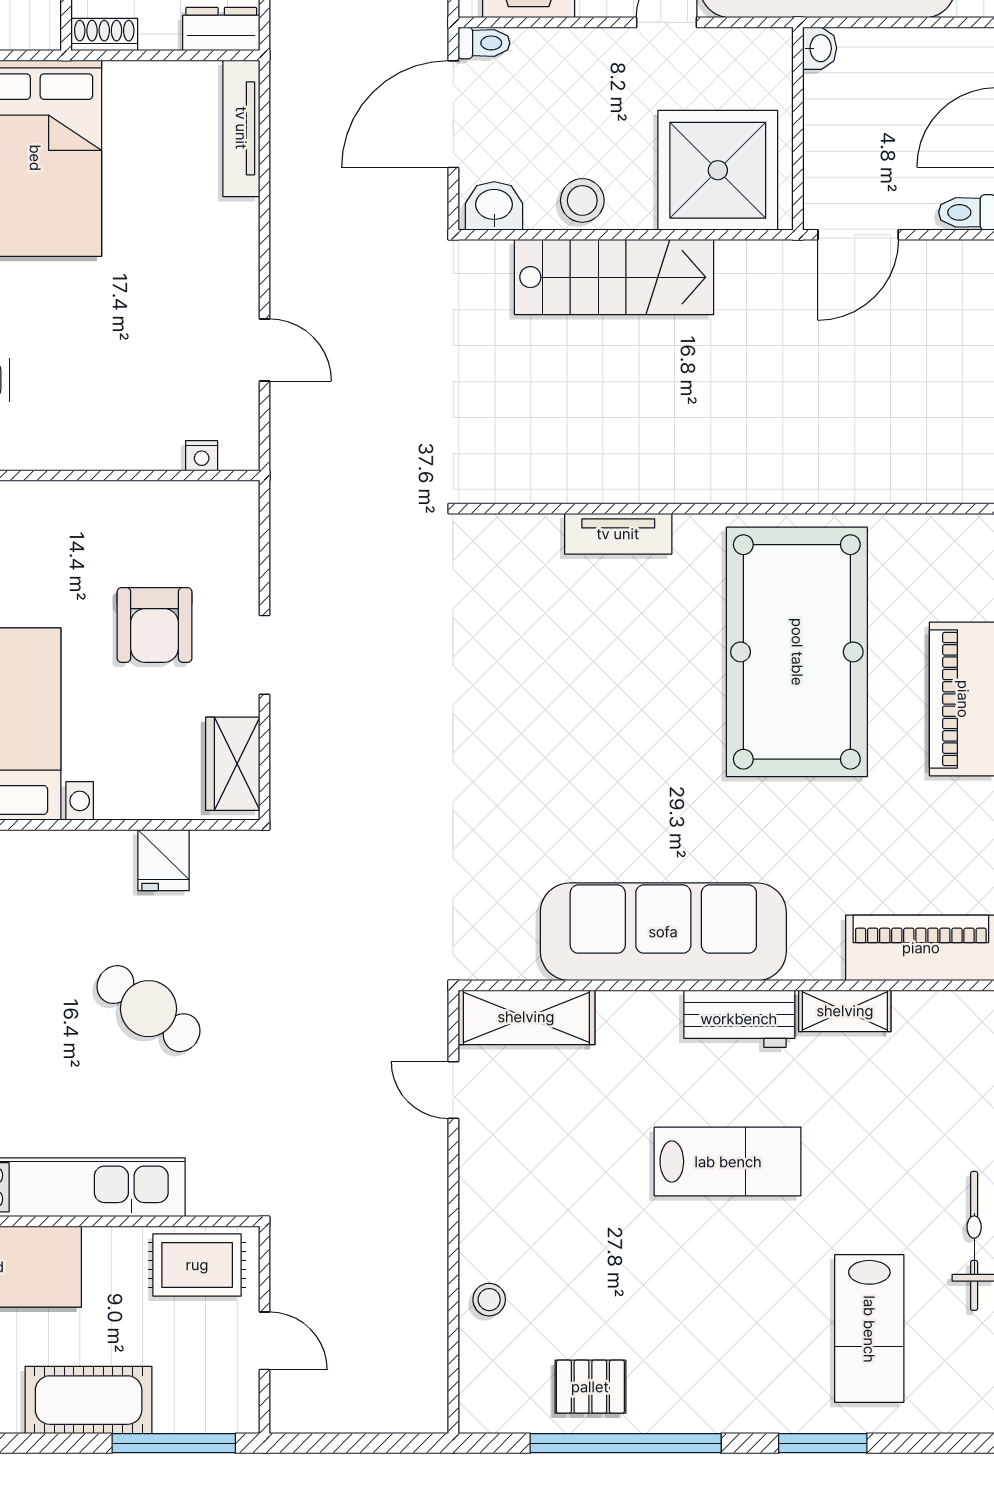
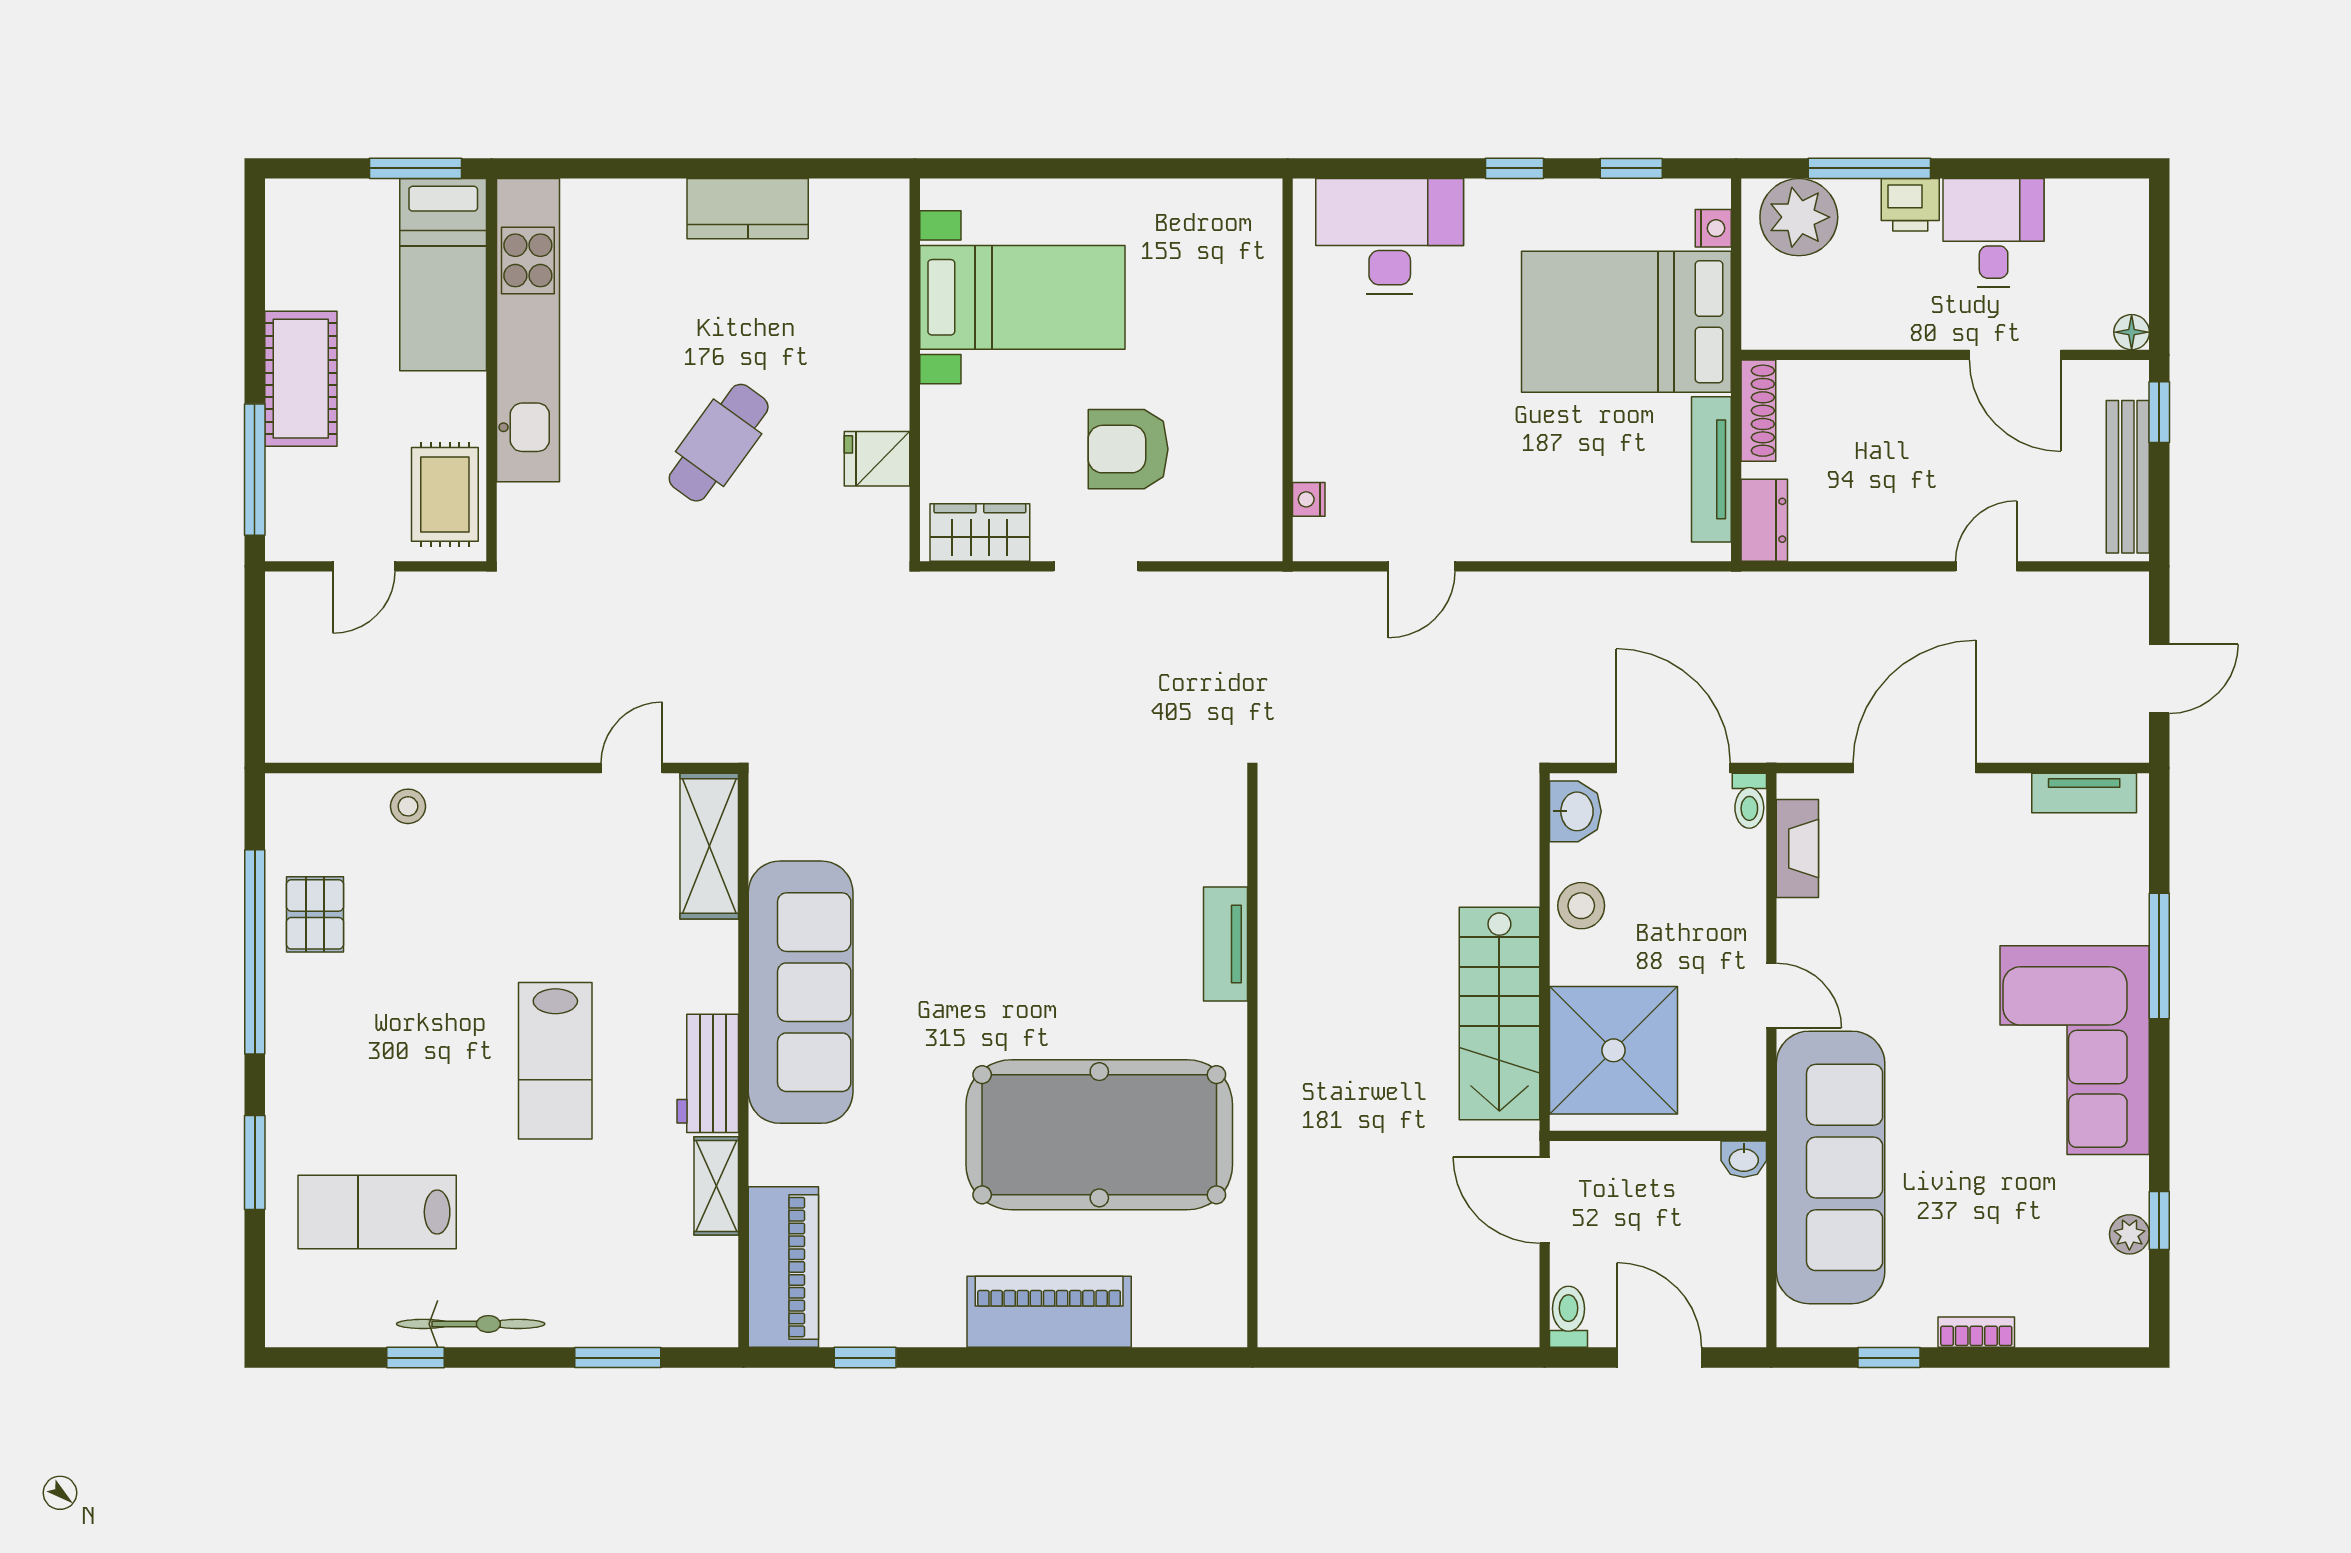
shoe rack: (104, 34) -> (1758, 411), width x1.43
tv unit: (241, 128) -> (1711, 469), moved, turned -90
stairs: (614, 277) -> (1499, 1013), moved

